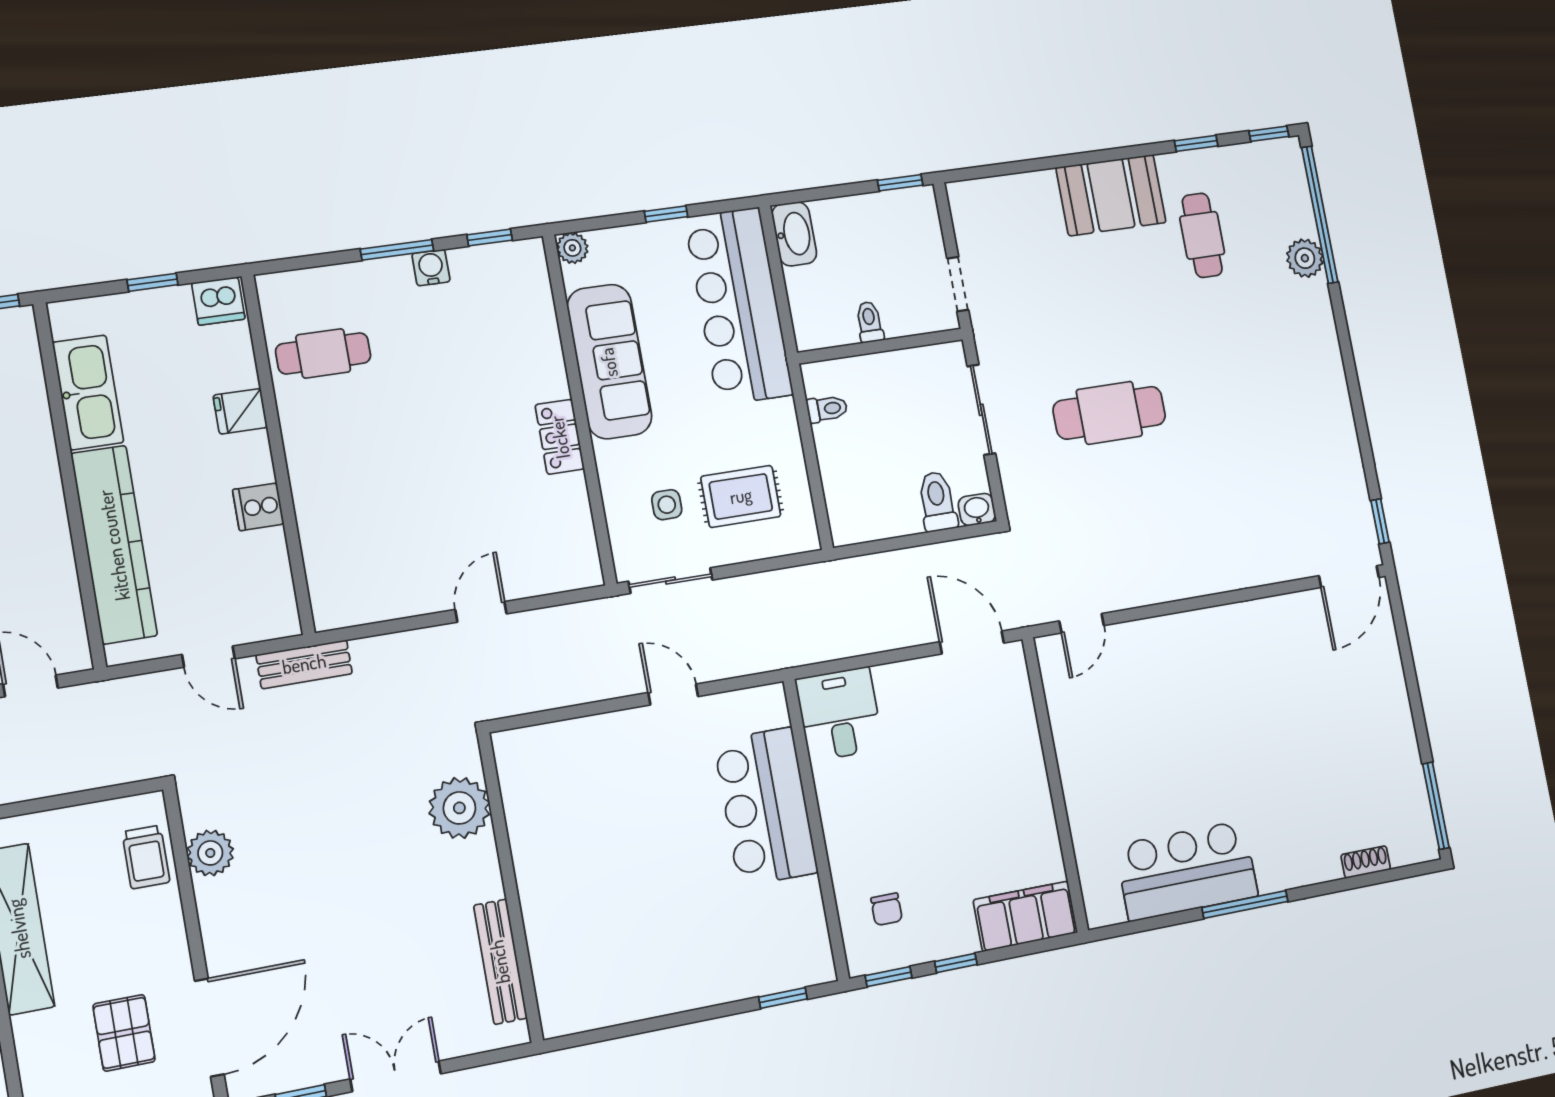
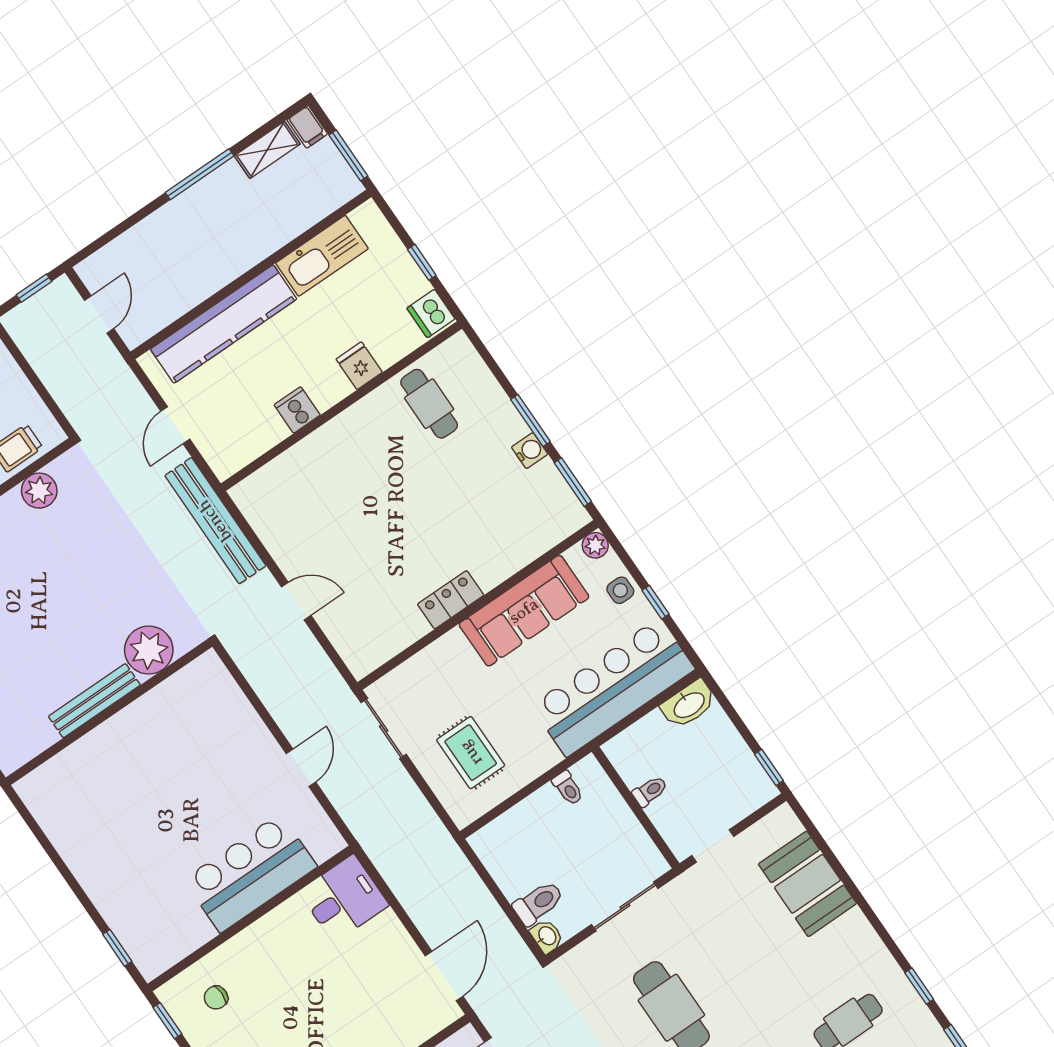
booth: (1111, 195) -> (807, 884), moved
window: (490, 237) -> (573, 482), width x1.50
side table: (667, 505) -> (620, 590), moved
bench: (304, 664) -> (215, 521), width x1.86, depth x1.21
bench: (500, 962) -> (94, 701), moved

